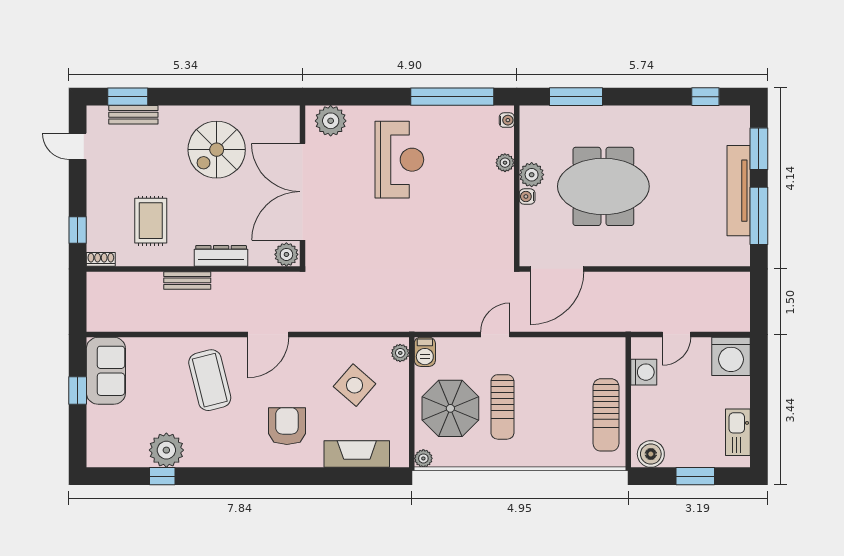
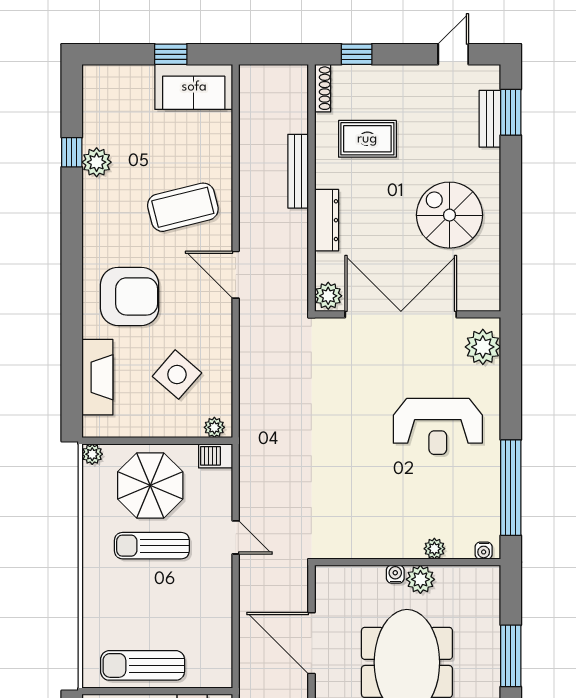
window: (576, 97) -> (511, 656), moved
shoe rack: (101, 259) -> (323, 88), width x1.43
door: (557, 269) -> (311, 643), moved
bench: (187, 280) -> (298, 171), width x1.36
armchair: (287, 426) -> (130, 296), width x1.36, depth x1.36
plant: (166, 450) -> (97, 162), width x0.73, depth x0.73

